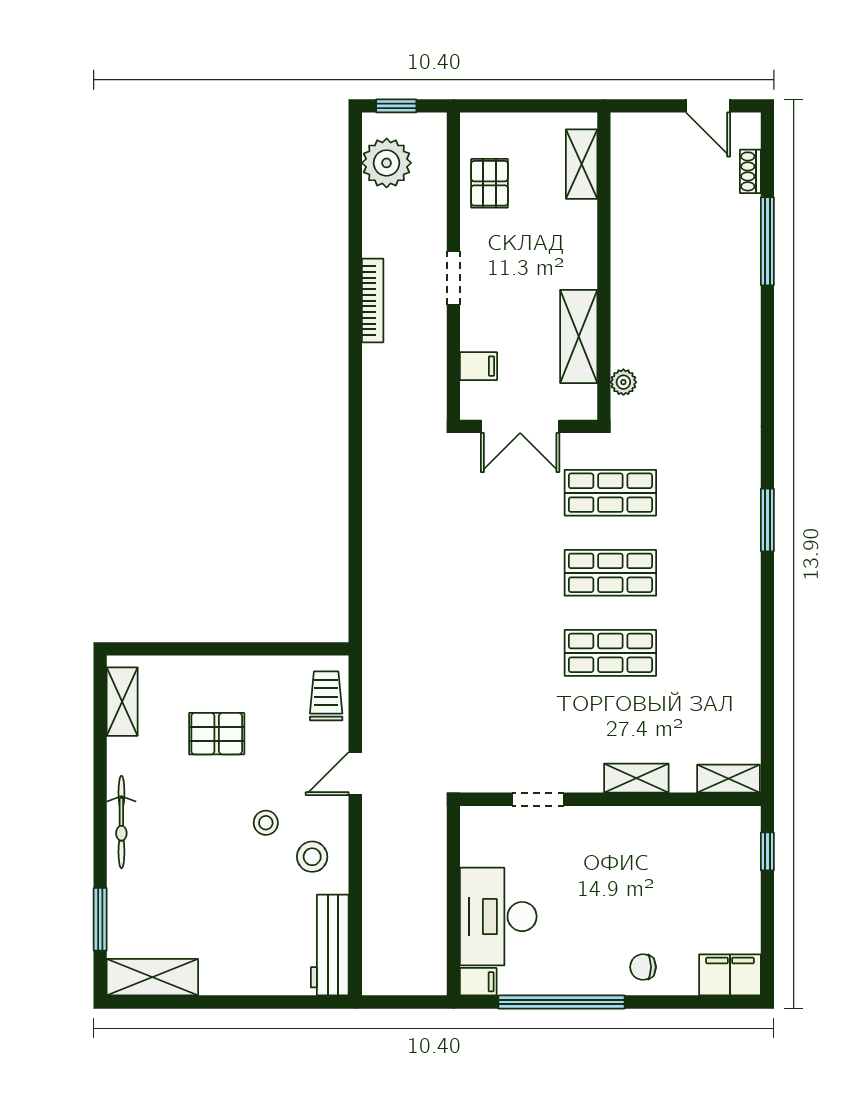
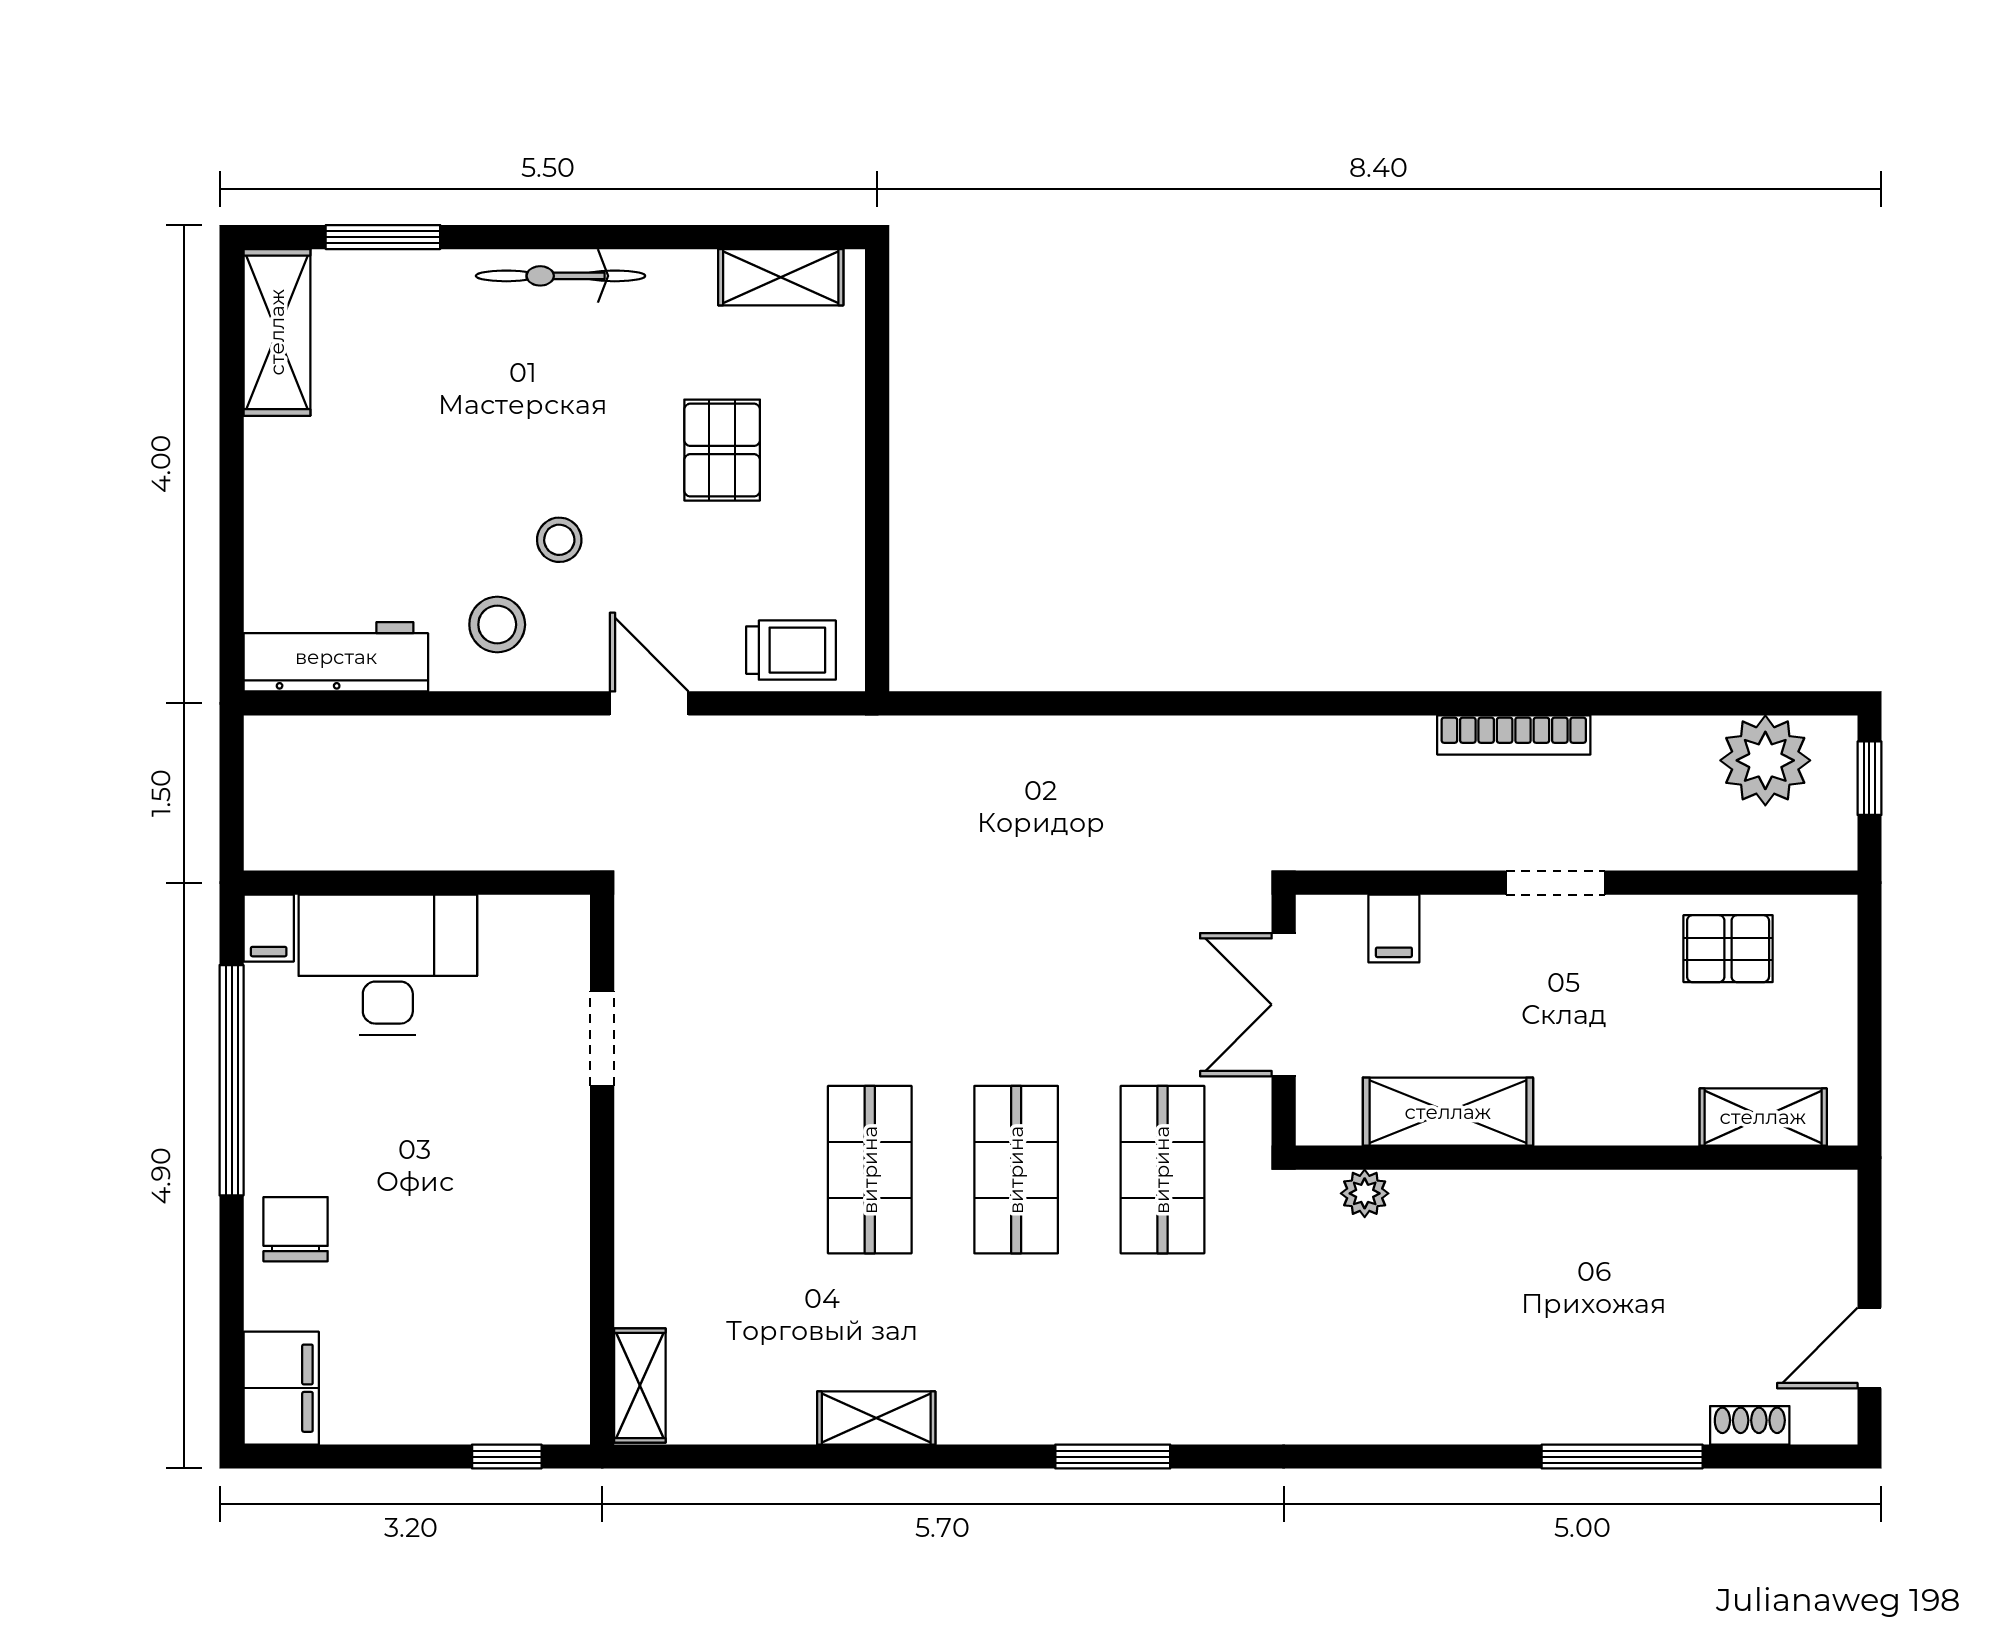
shelving: (636, 778) -> (876, 1418), moved, turned 90
chair: (643, 967) -> (296, 1229), width x1.37, depth x1.37

